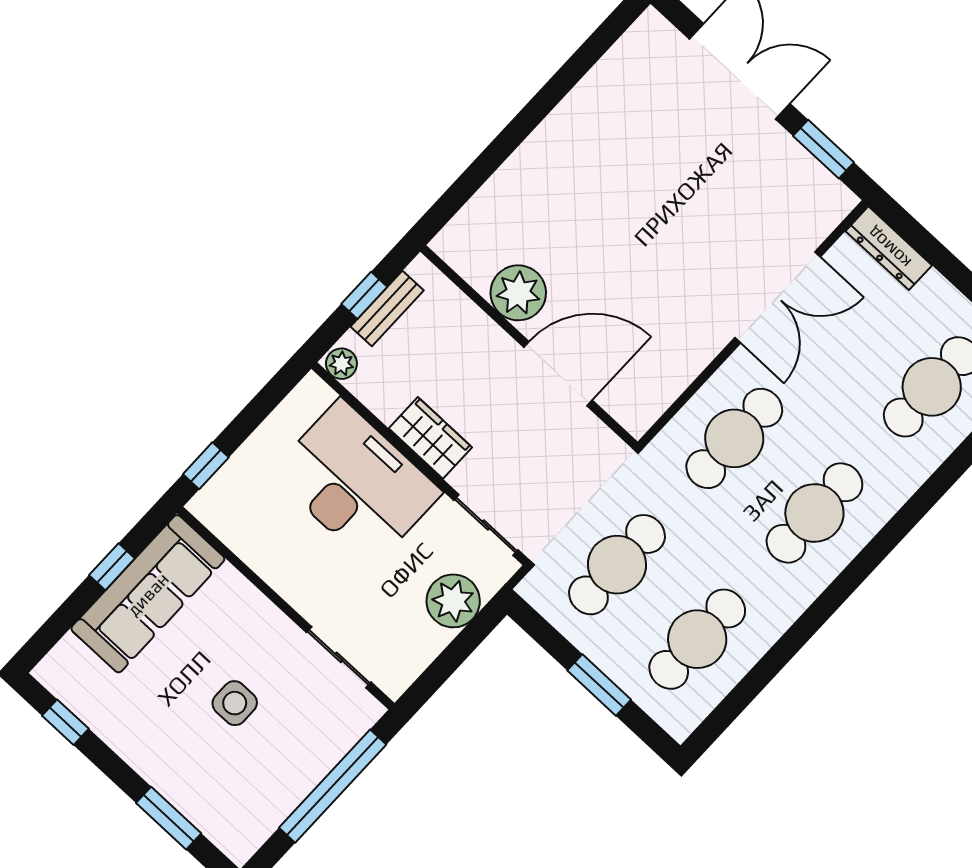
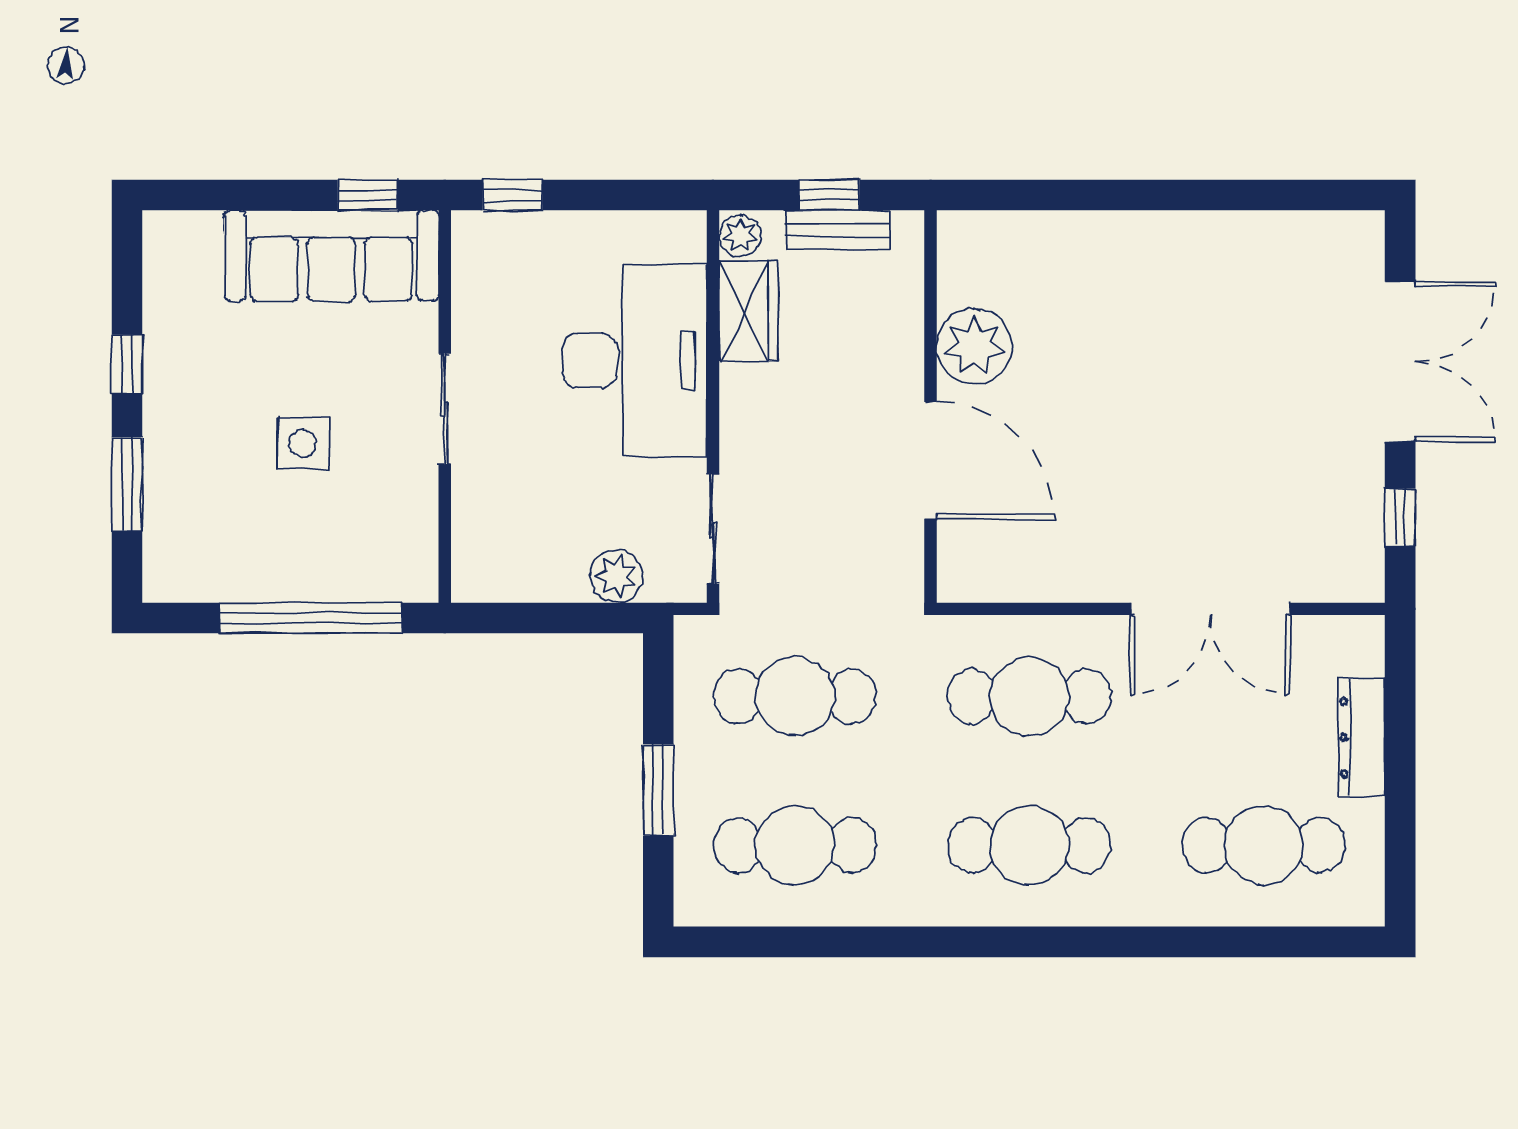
window: (823, 149) -> (1400, 517), width x0.67
dresser: (889, 248) -> (1362, 737), moved
wardrobe: (430, 438) -> (748, 311), moved
window: (112, 567) -> (368, 195), moved
plant: (453, 601) -> (617, 576), width x0.73, depth x0.73
sliding door: (339, 657) -> (445, 409), moved
window: (65, 722) -> (127, 364), moved

